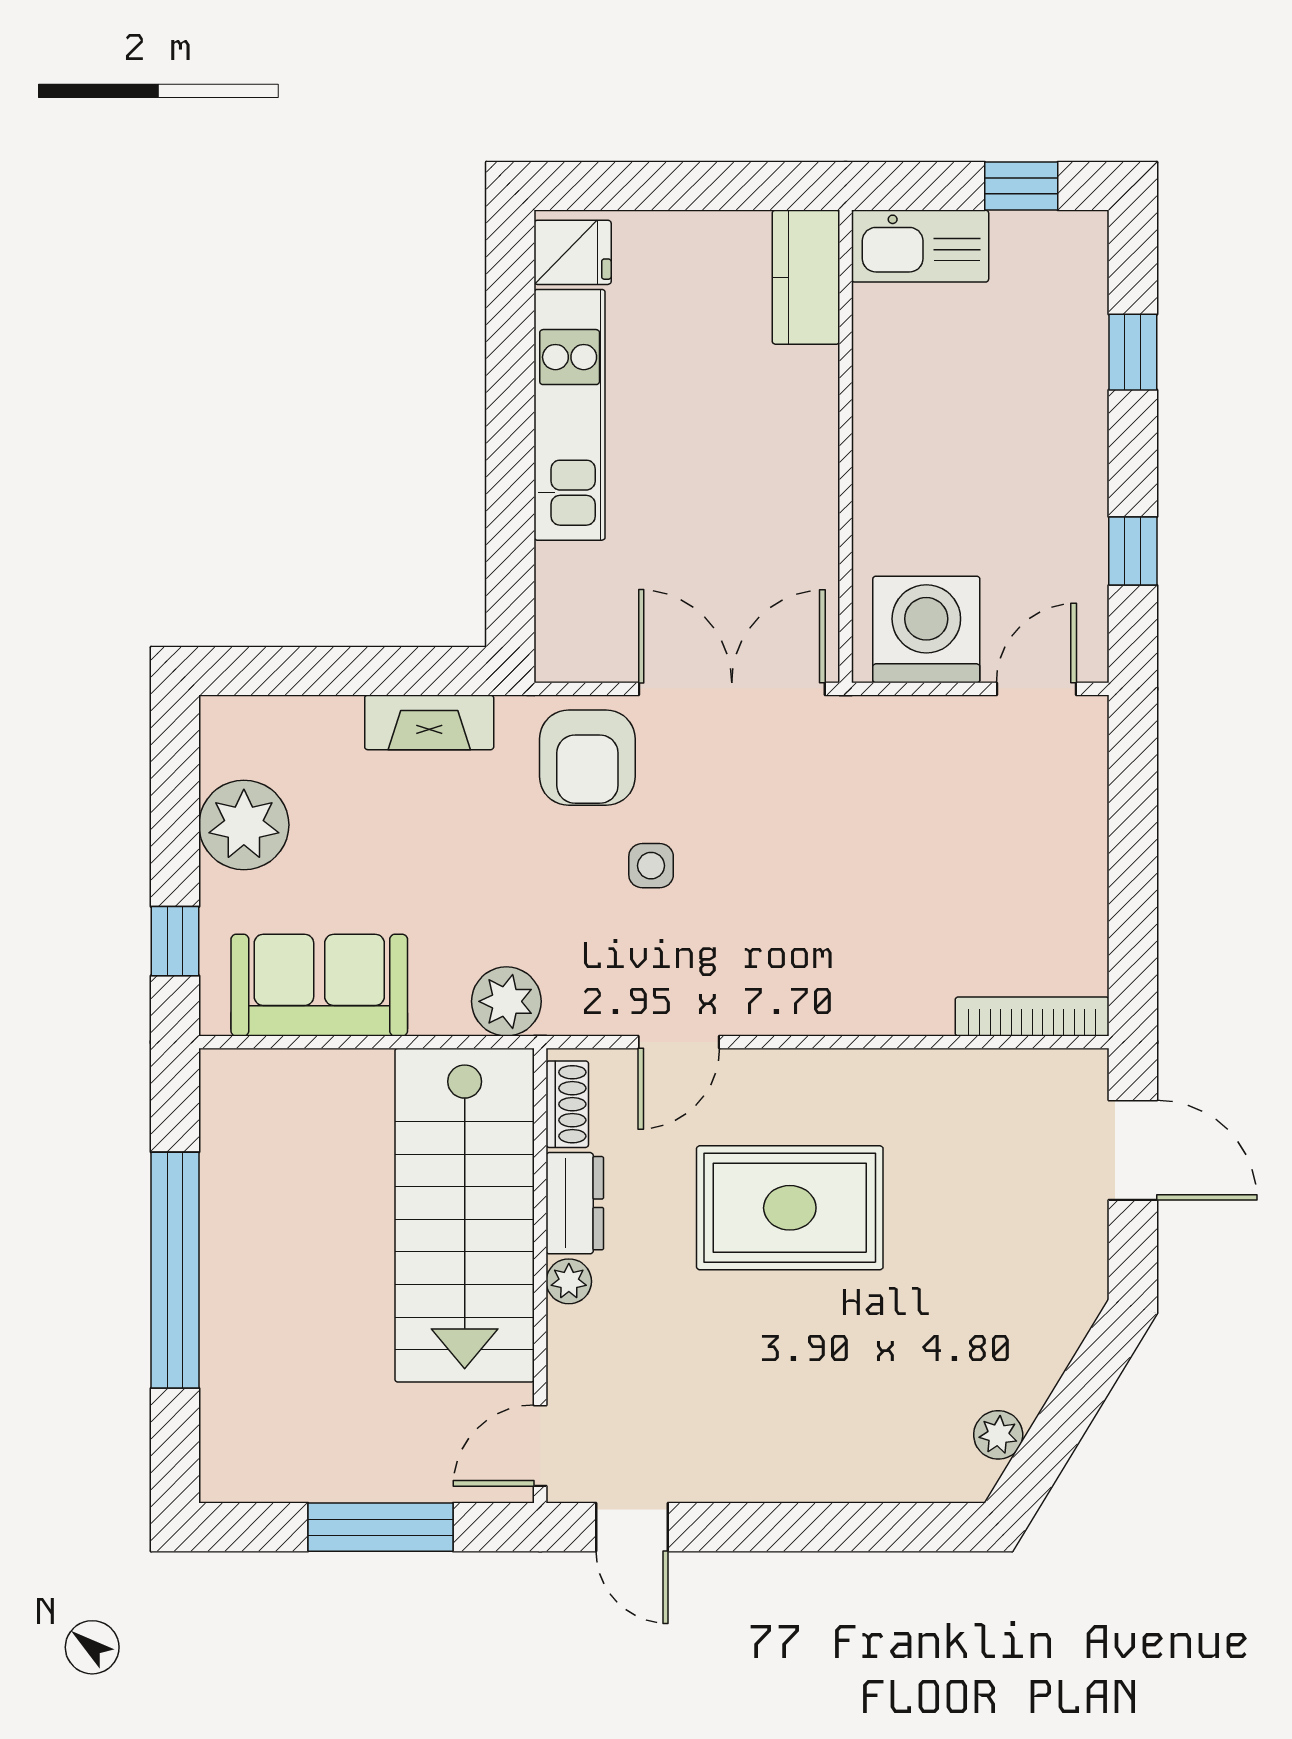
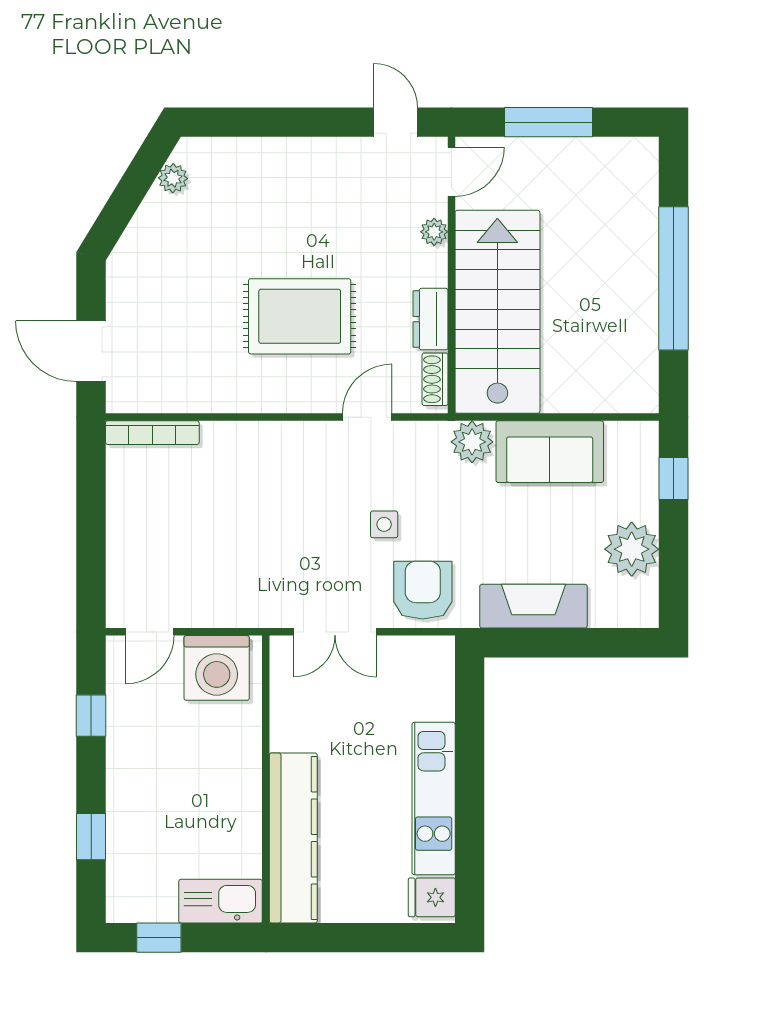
kitchen counter: (806, 277) -> (293, 838), width x2.08, depth x1.17
double door: (732, 689) -> (335, 632), width x0.73
fireplace: (429, 722) -> (533, 606), width x1.37, depth x1.32
sofa: (319, 985) -> (550, 452), moved
plant: (569, 1281) -> (434, 232), moved

